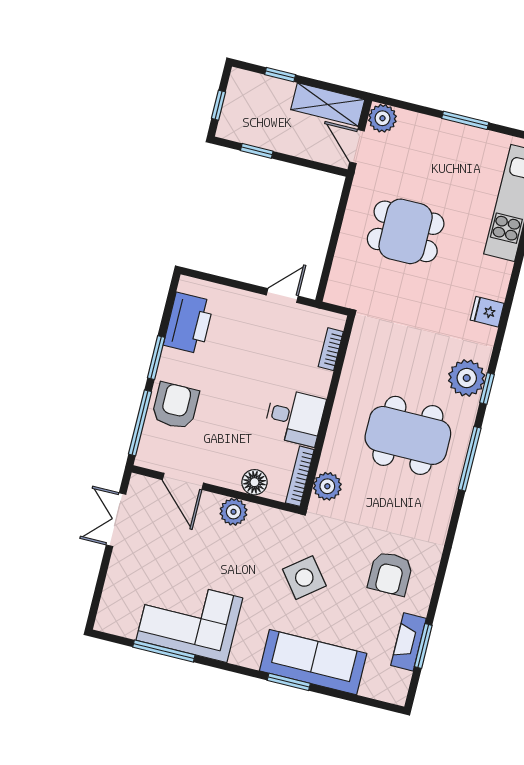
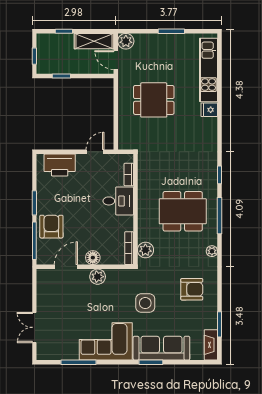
fridge: (487, 312) -> (209, 110), moved
printer: (189, 323) -> (60, 165), moved, turned 90
plant: (467, 378) -> (212, 251), moved, width x0.53, depth x0.53
desk: (295, 417) -> (118, 201), moved
door: (183, 481) -> (66, 267), swing flipped
floor lamp: (254, 482) -> (93, 258), moved
double door: (116, 520) -> (34, 327), moved
armchair: (390, 574) -> (192, 289), turned -90
side table: (304, 578) -> (145, 303), turned 38
corner sofa: (189, 619) -> (106, 341), moved
fireplace: (408, 642) -> (211, 345), moved

